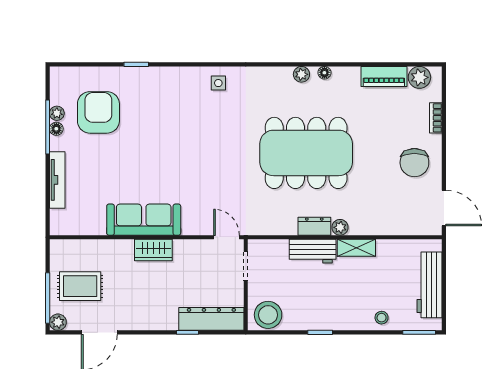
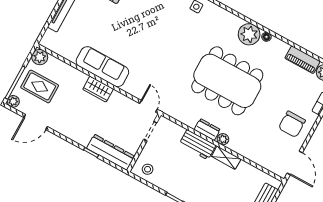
plant: (301, 74) -> (249, 34), width x1.88, depth x1.88
plant: (60, 250) -> (40, 57), added
stool: (268, 315) -> (148, 169), width x0.53, depth x0.53

